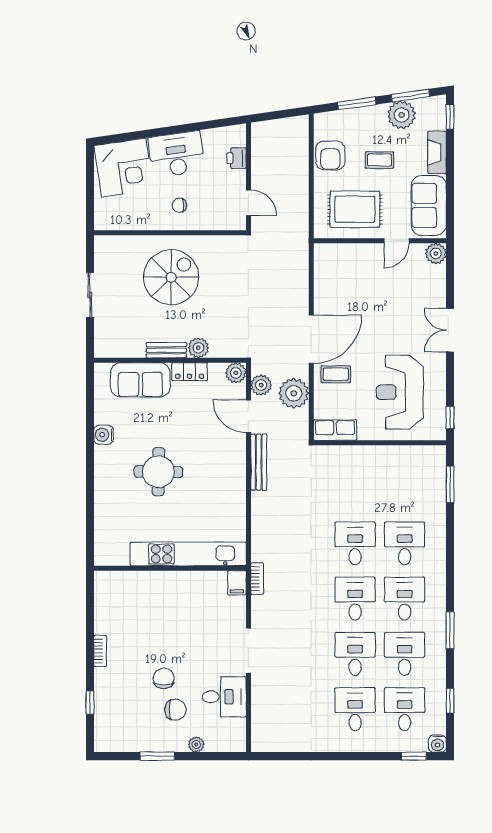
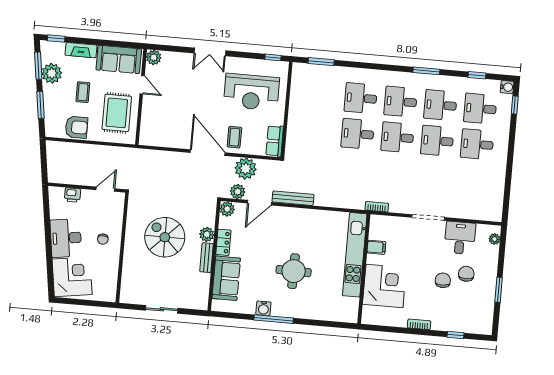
spiral stairs: (171, 277) -> (165, 237), moved
window: (90, 450) -> (274, 319), added
filing cabinet: (237, 583) -> (376, 247), moved
corner desk: (149, 599) -> (384, 286), added
chair: (164, 678) -> (443, 280), turned 89
plant: (196, 744) -> (494, 239), moved

